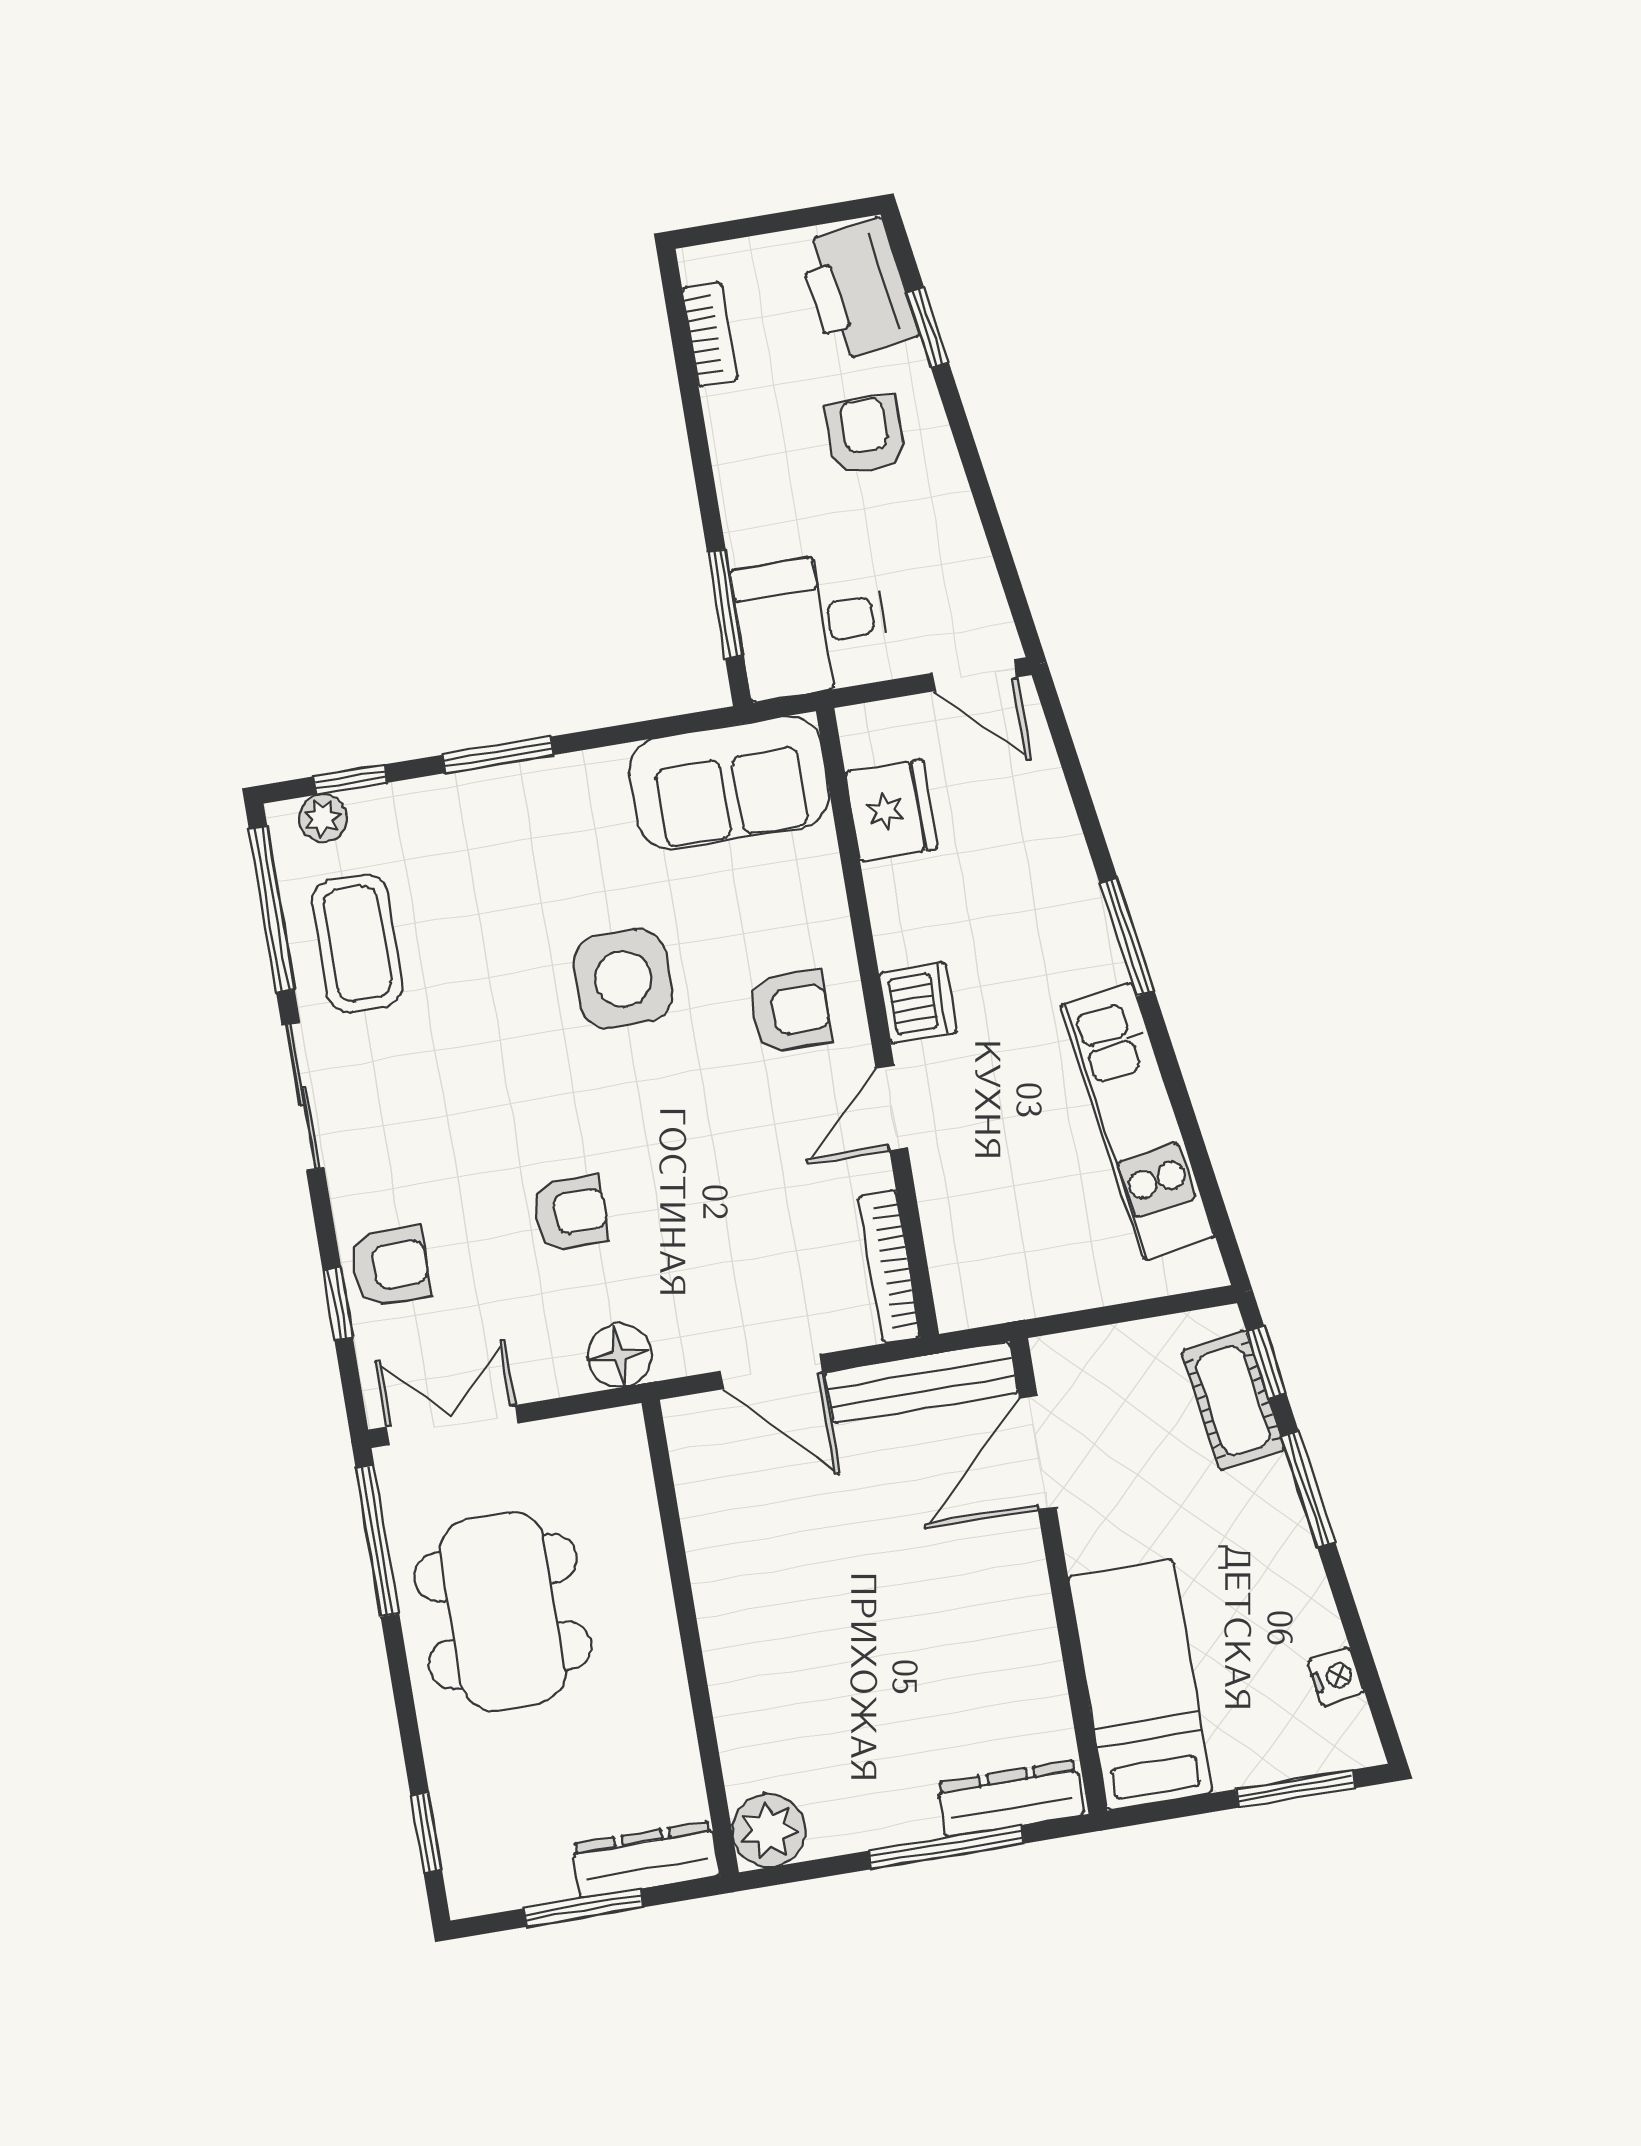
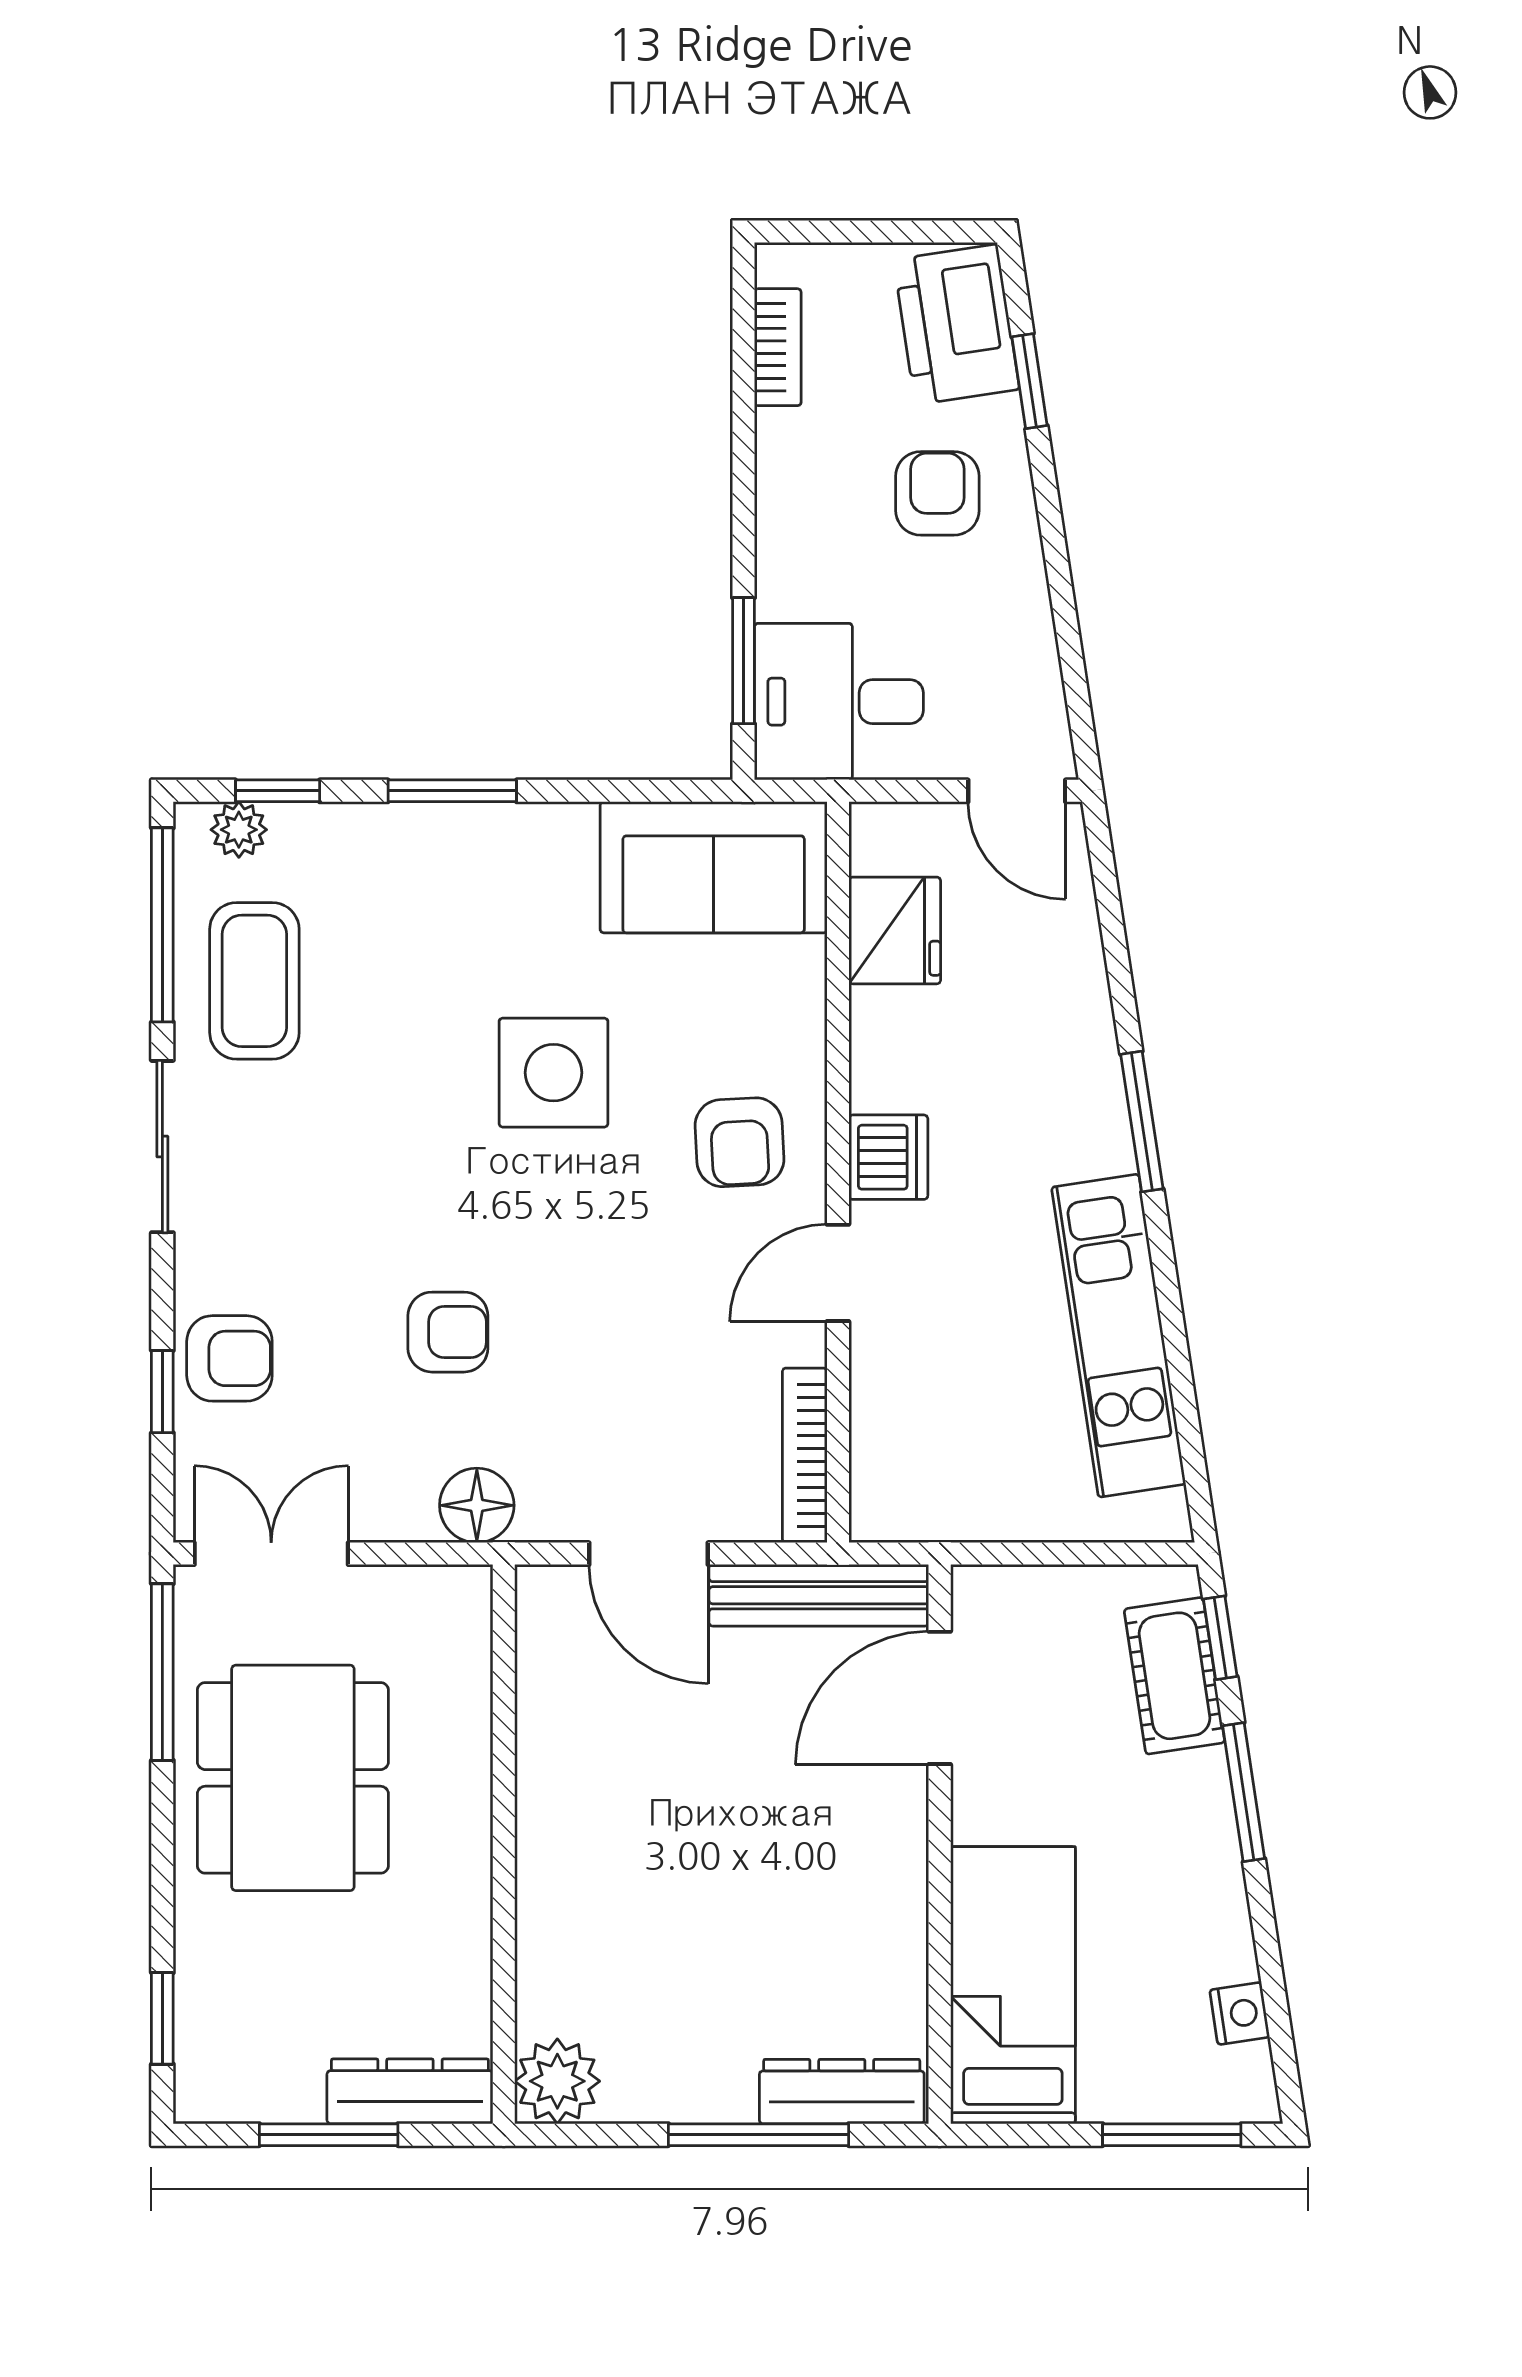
armchair: (790, 1011) -> (740, 1142), turned 87

